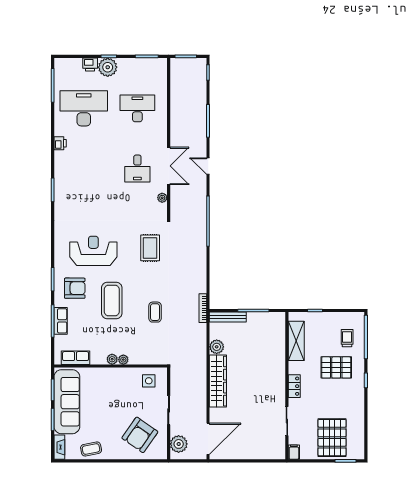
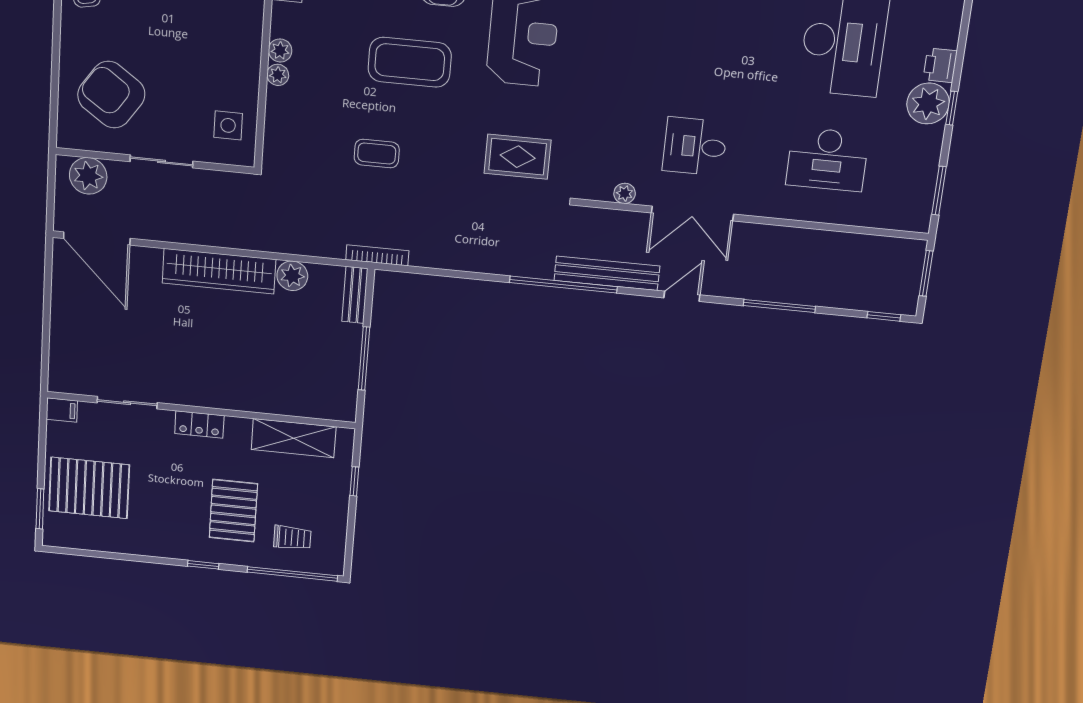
desk: (137, 108) -> (827, 159), turned 90
bench: (201, 202) -> (607, 273), added
bench: (228, 317) -> (355, 295), width x0.73

